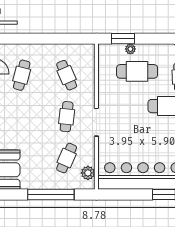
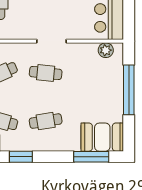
cafe table: (67, 158) -> (46, 121), moved, turned -33

